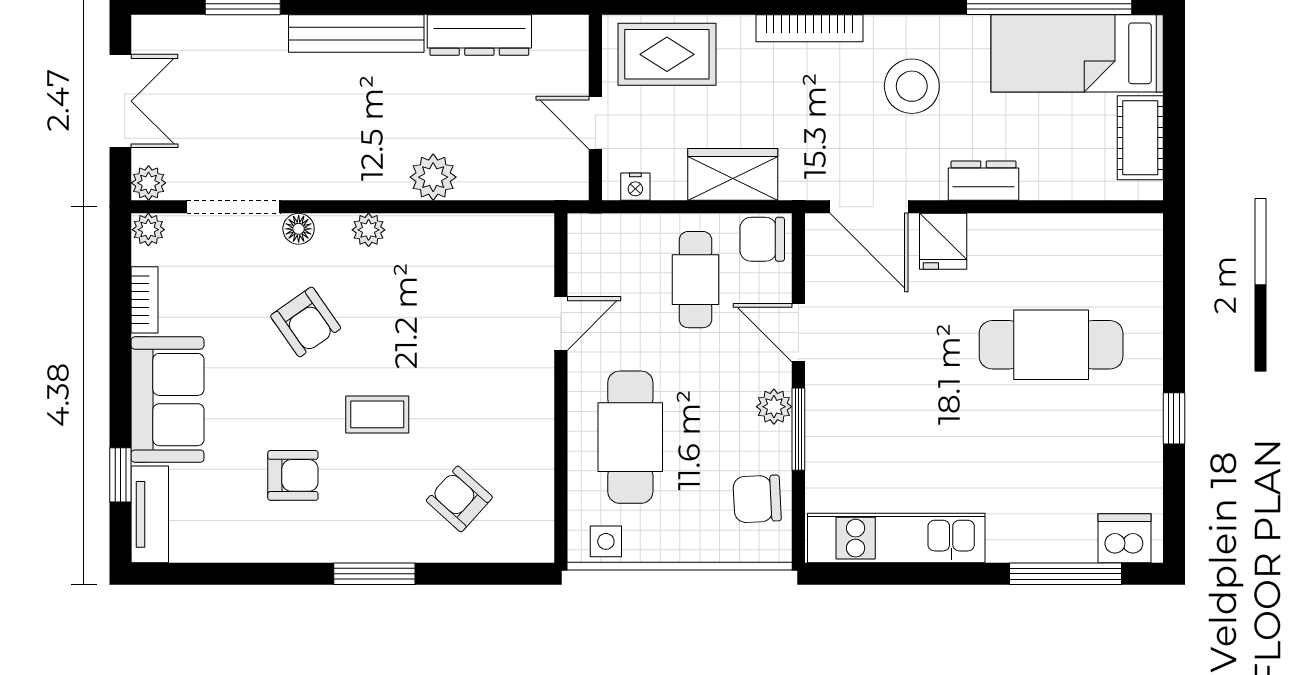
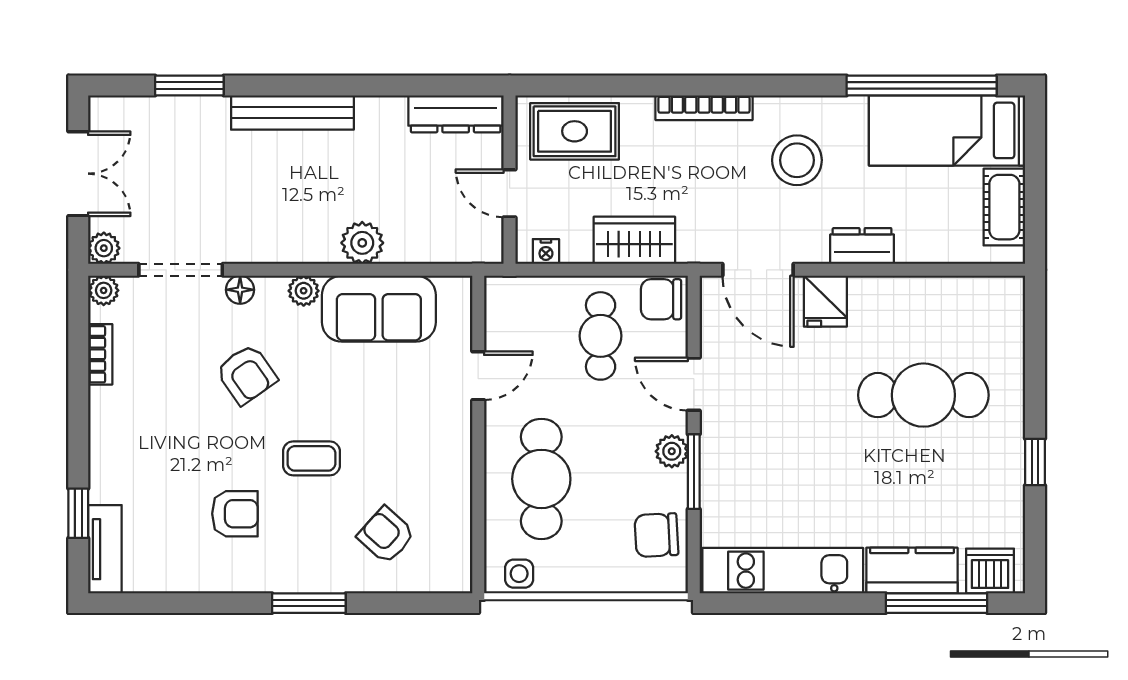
dresser: (479, 35) -> (456, 114), moved
sofa: (168, 400) -> (379, 309), moved, turned 90
kitchen counter: (1038, 538) -> (912, 570), added

